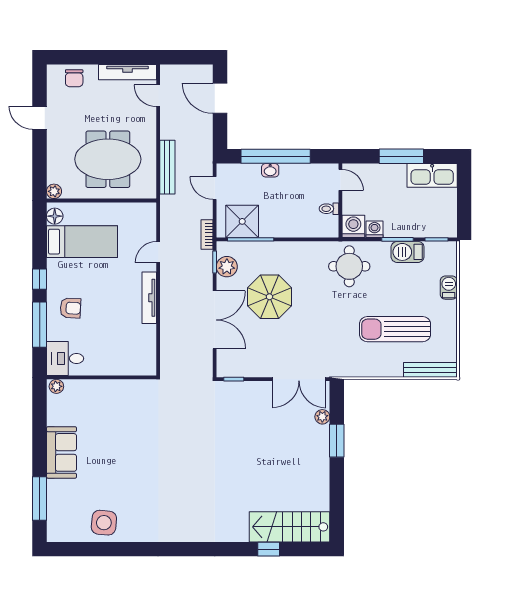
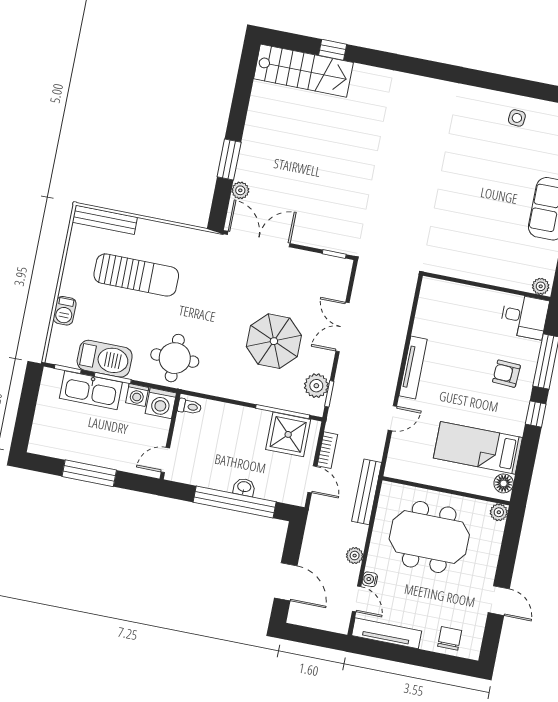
water cooler: (150, 114) -> (370, 579), added
plant: (167, 132) -> (355, 556), added
bench: (167, 167) -> (367, 492), moved
kitchen sink: (432, 175) -> (91, 390), moved, turned 180
door: (340, 180) -> (165, 460), hinge flipped
toilet: (329, 209) -> (190, 407), moved
bookcase: (207, 234) -> (327, 450), moved
barbecue: (408, 252) -> (105, 359), width x1.37, depth x1.21
double door: (215, 320) -> (343, 327), width x0.73
side table: (104, 523) -> (517, 118), width x0.54, depth x0.54

